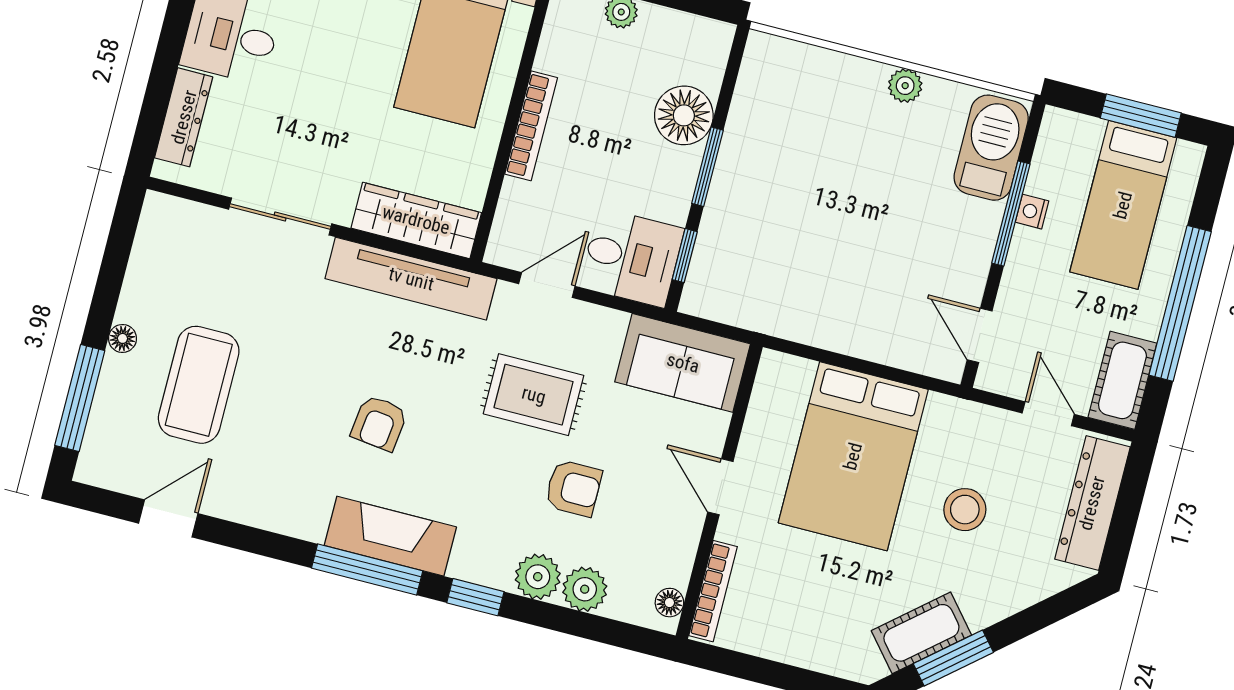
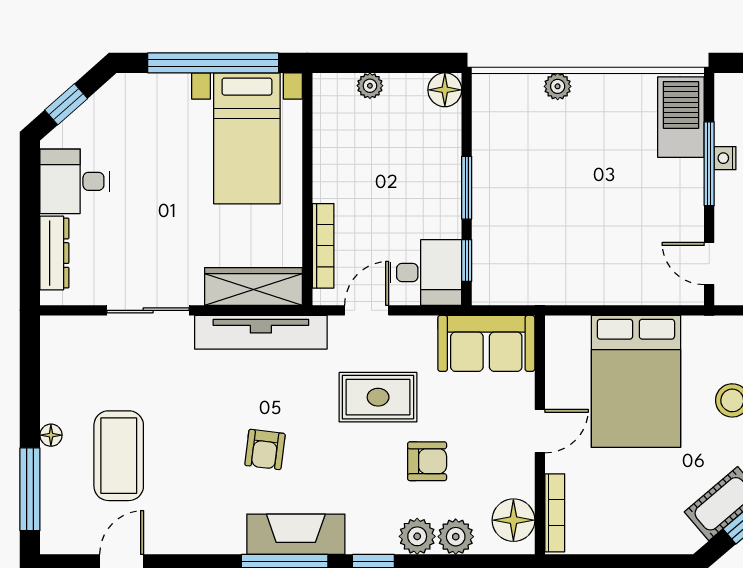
plant: (905, 86) -> (558, 86), moved
floor lamp: (684, 115) -> (445, 90), moved, width x0.73, depth x0.73
bookcase: (531, 126) -> (323, 246), moved
door: (720, 487) -> (540, 431), swing flipped
floor lamp: (669, 603) -> (513, 520), width x1.89, depth x1.89

